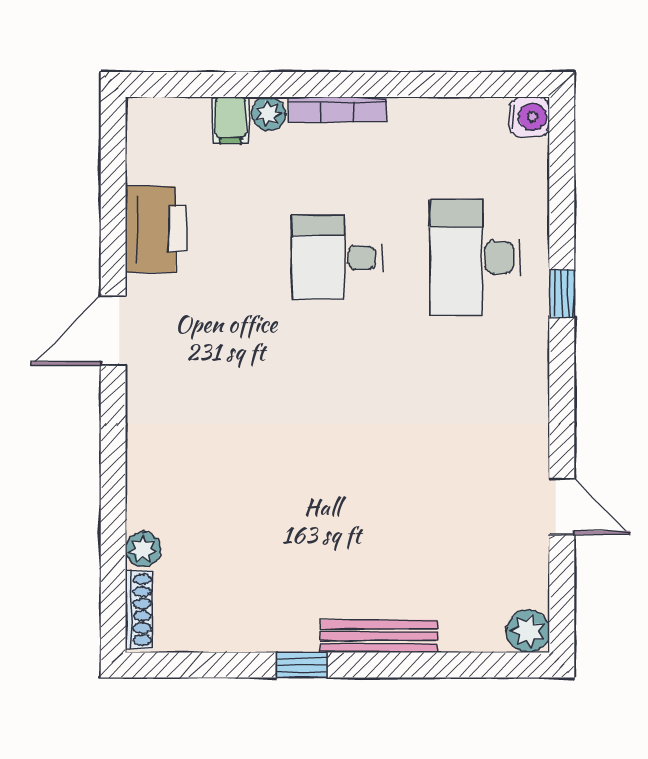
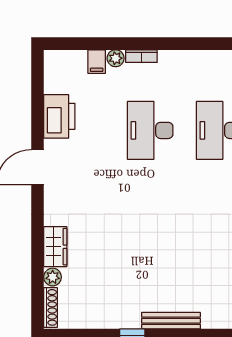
bookcase: (338, 109) -> (141, 56), width x0.64
desk: (337, 257) -> (150, 130), width x1.37
wardrobe: (148, 489) -> (55, 247), added

